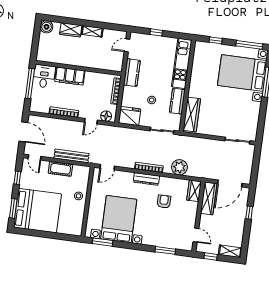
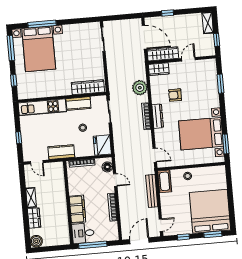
cot: (60, 169) -> (165, 181), moved
door: (196, 235) -> (188, 59), moved

